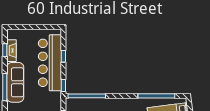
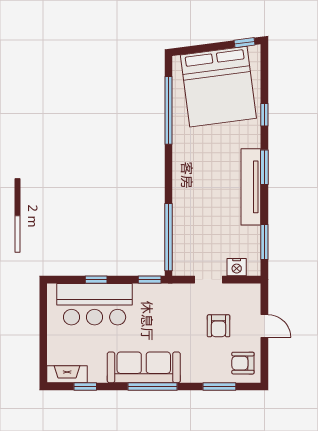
fireplace: (11, 51) -> (67, 374), moved
bar counter: (50, 63) -> (95, 304), width x0.73

